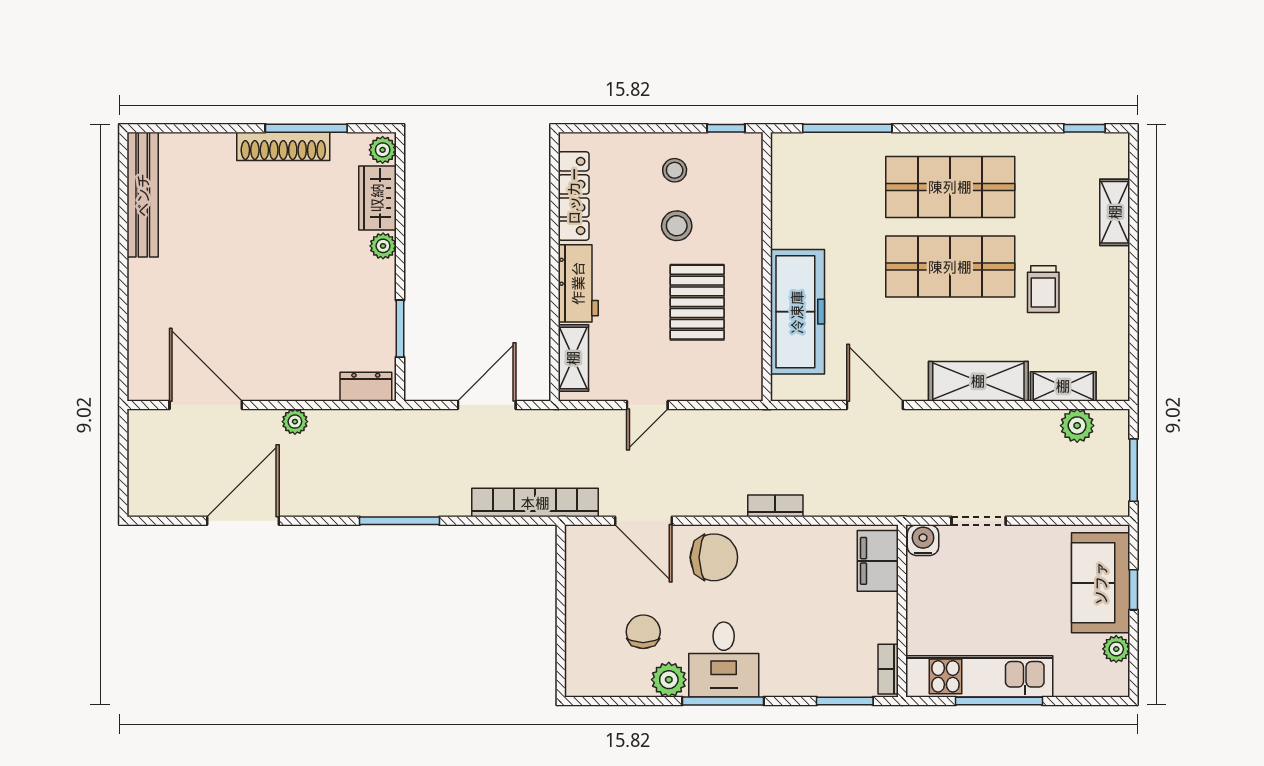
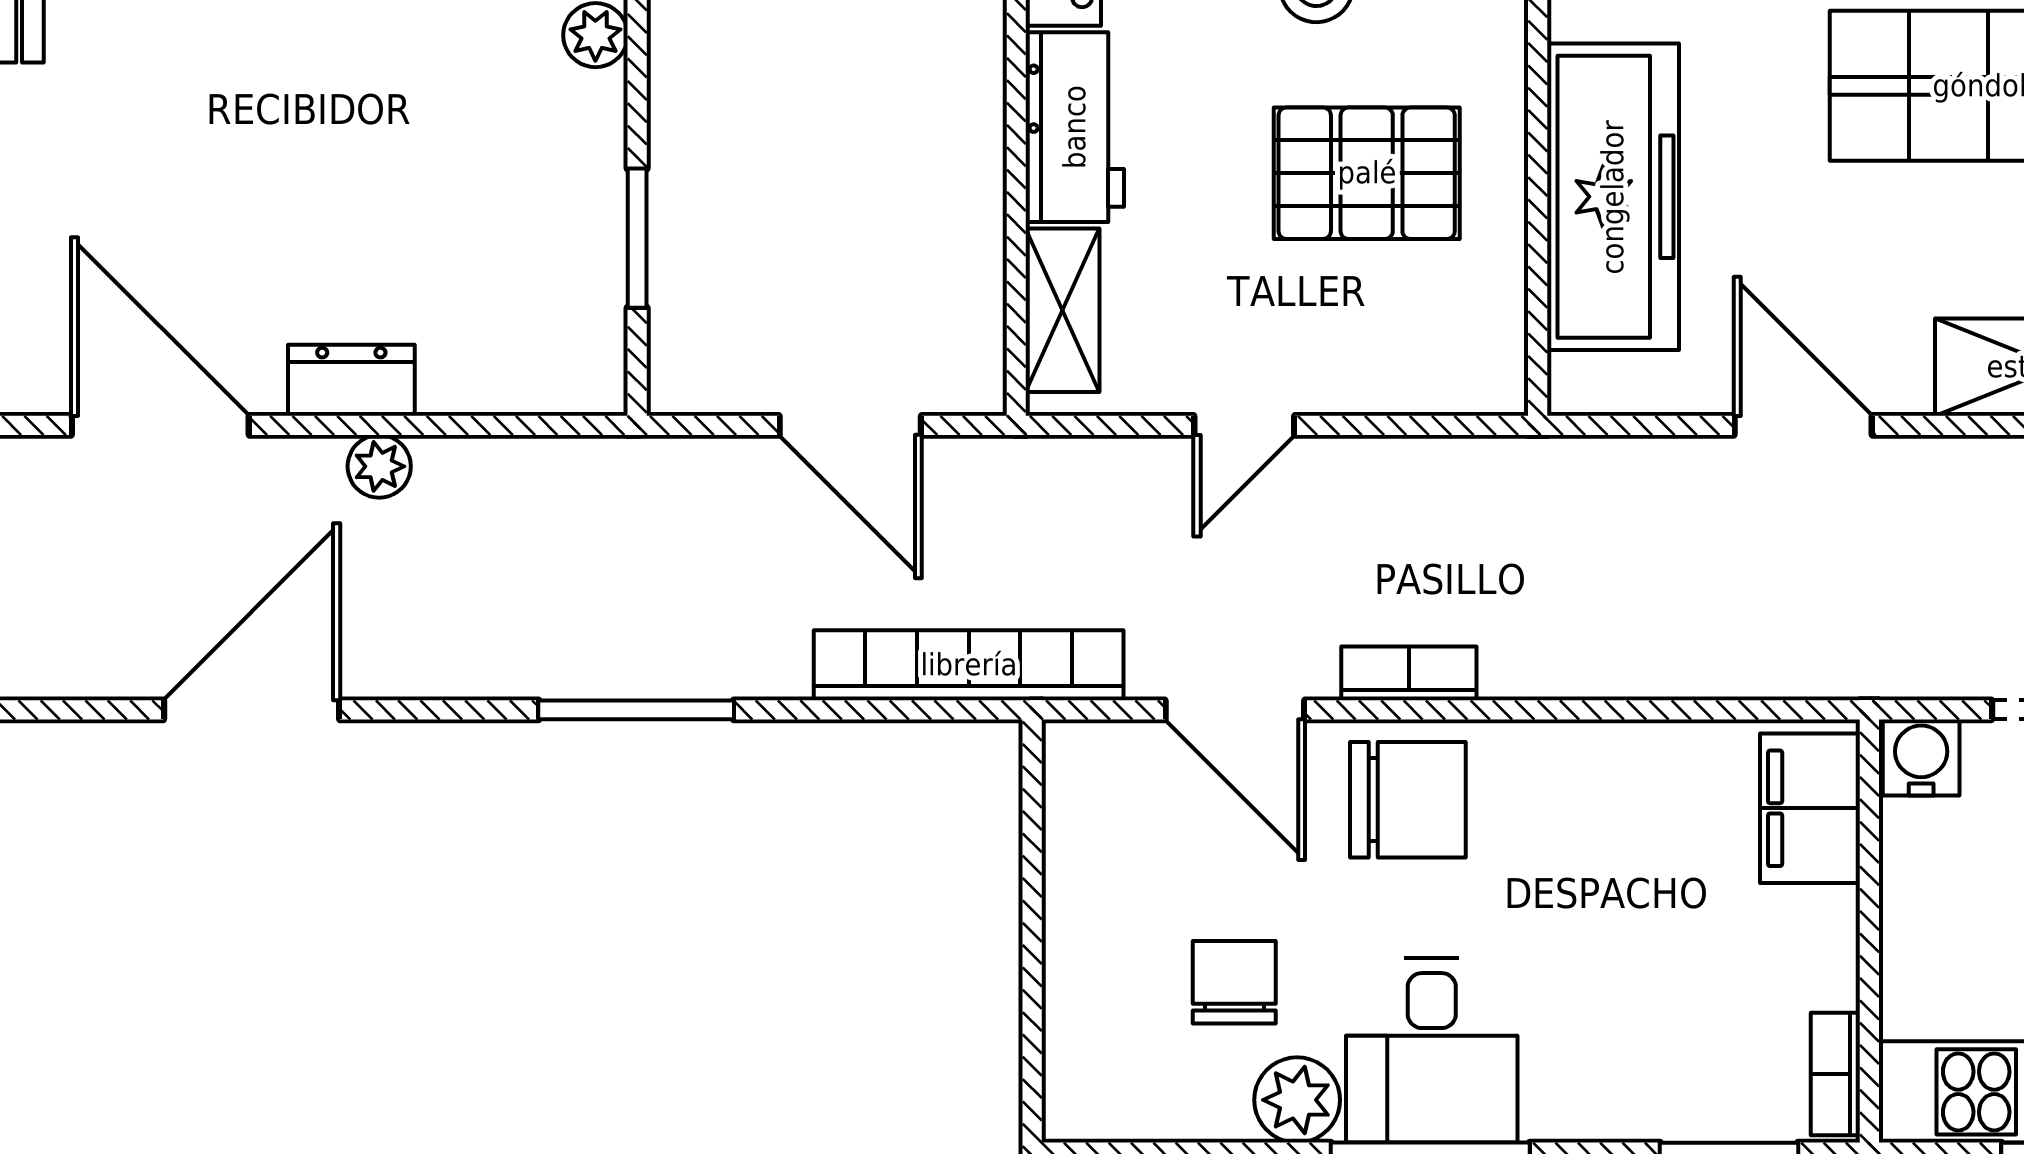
pallet: (697, 302) -> (1367, 173), turned 90
dresser: (366, 387) -> (351, 380), moved
door: (487, 405) -> (850, 425), swing flipped
bookcase: (775, 506) -> (1409, 673), moved

